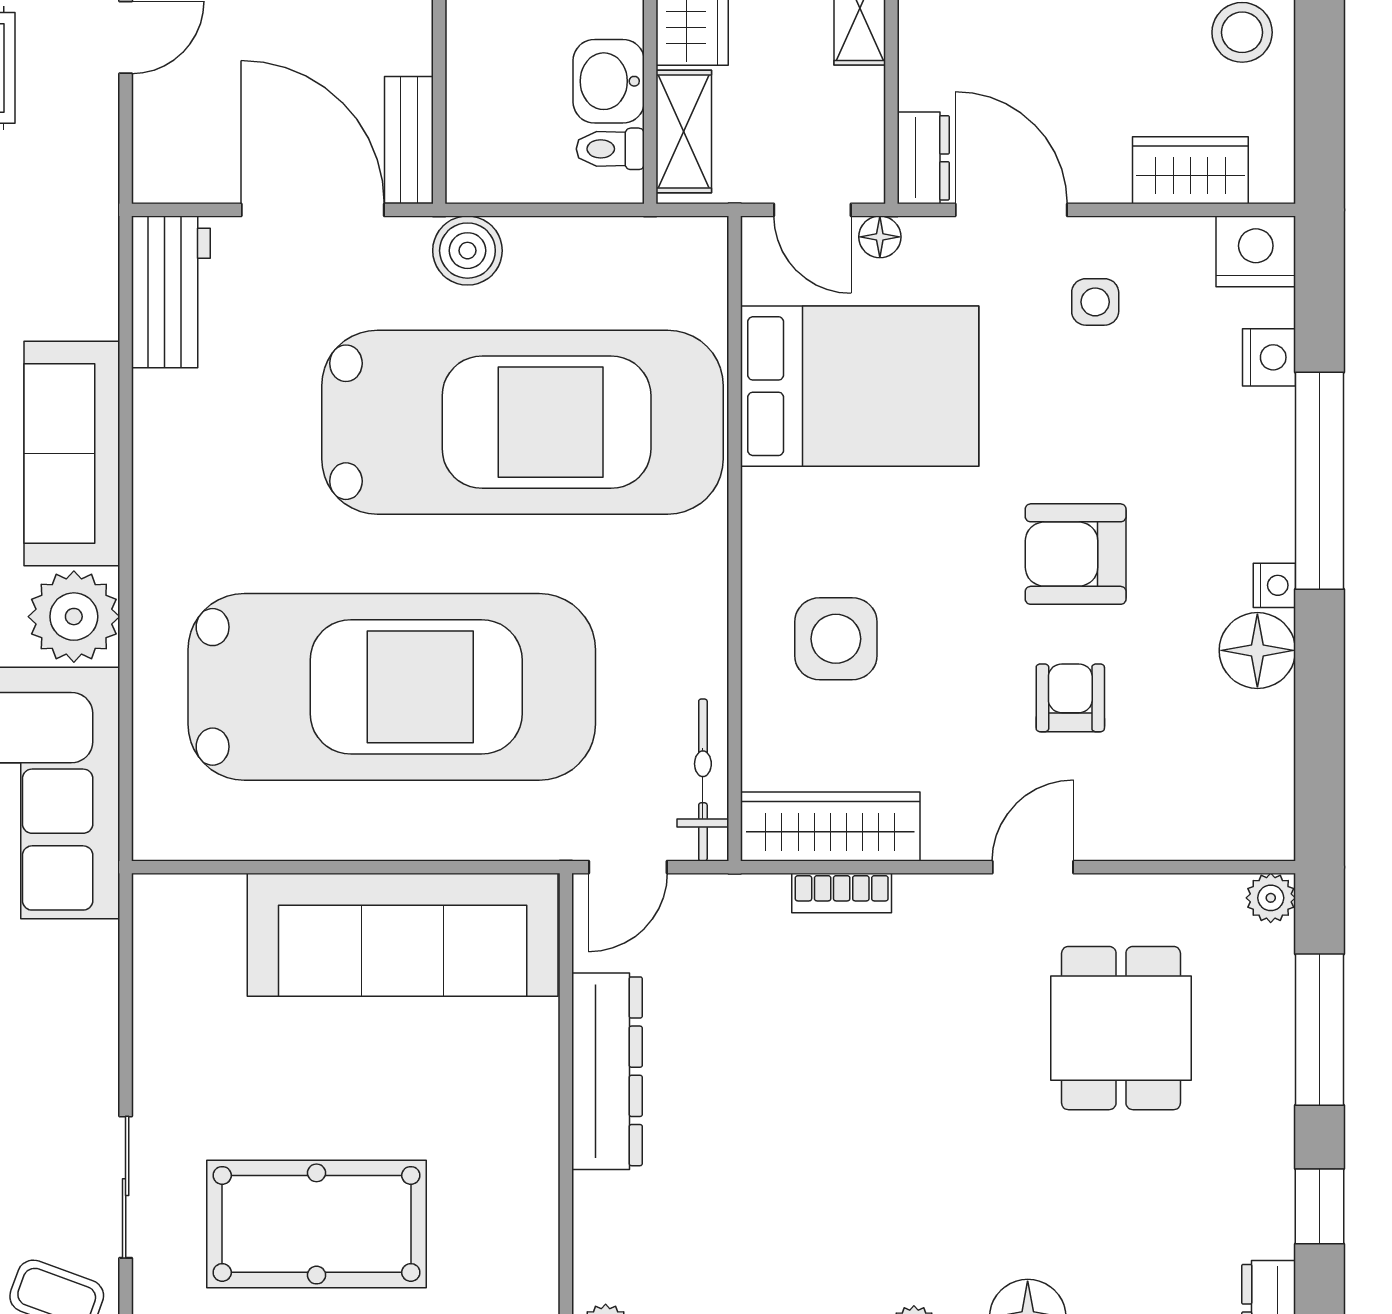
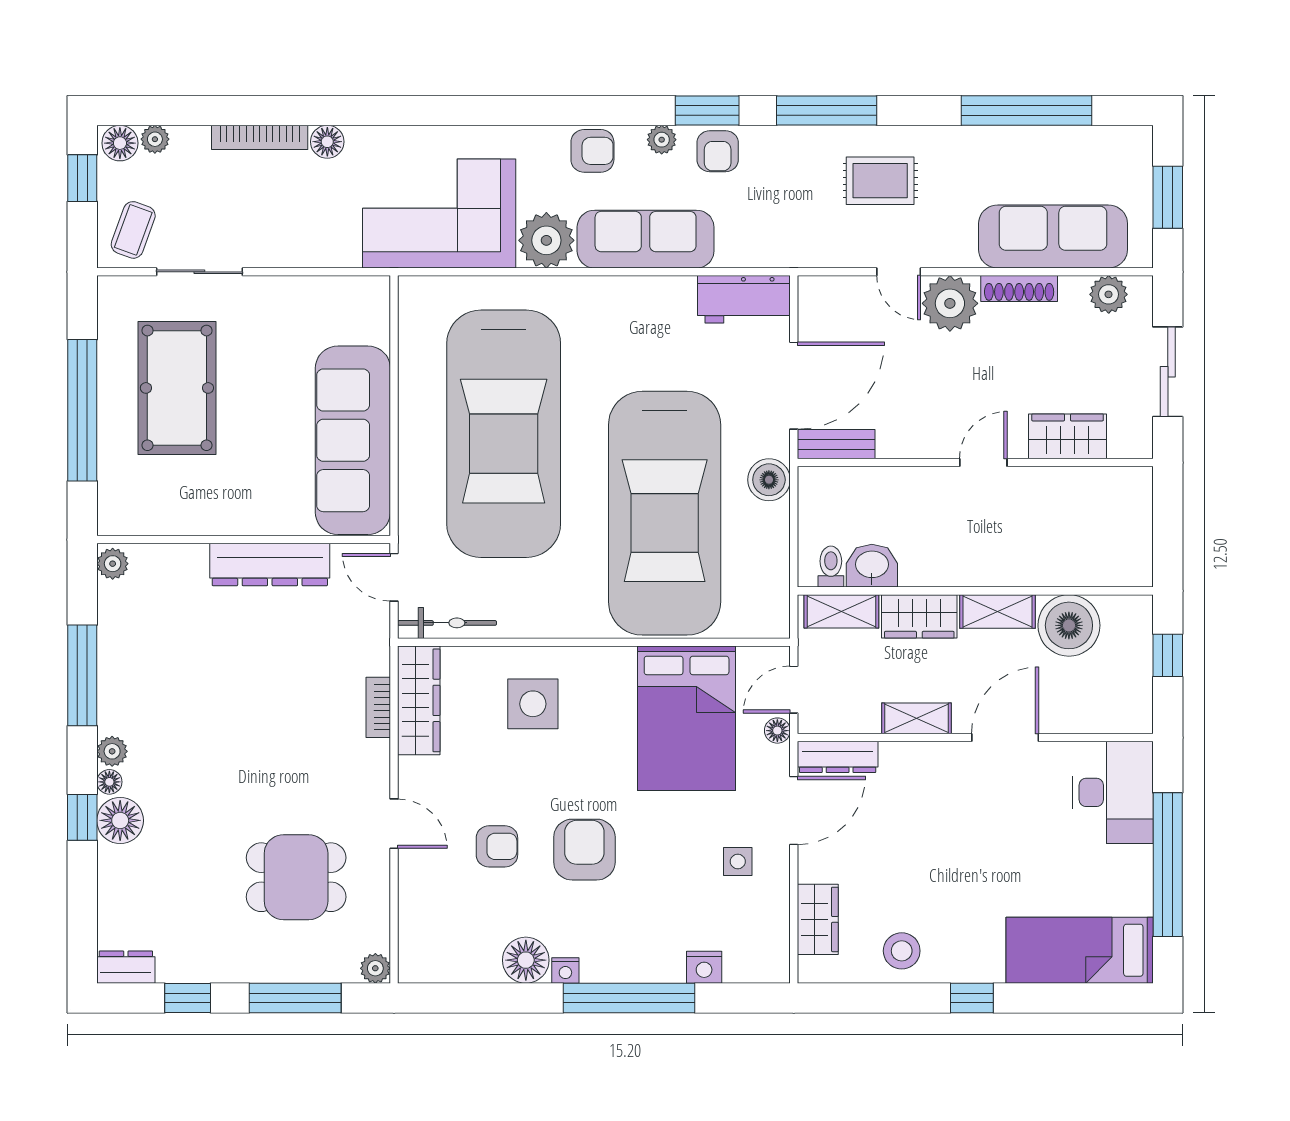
dresser: (923, 158) -> (838, 757), width x1.44
nightstand: (1256, 251) -> (768, 959), removed

